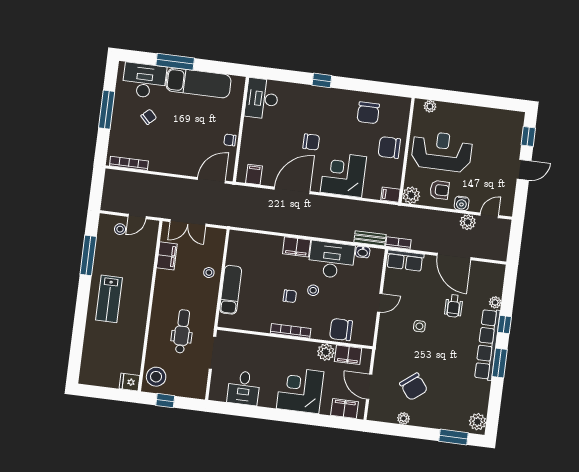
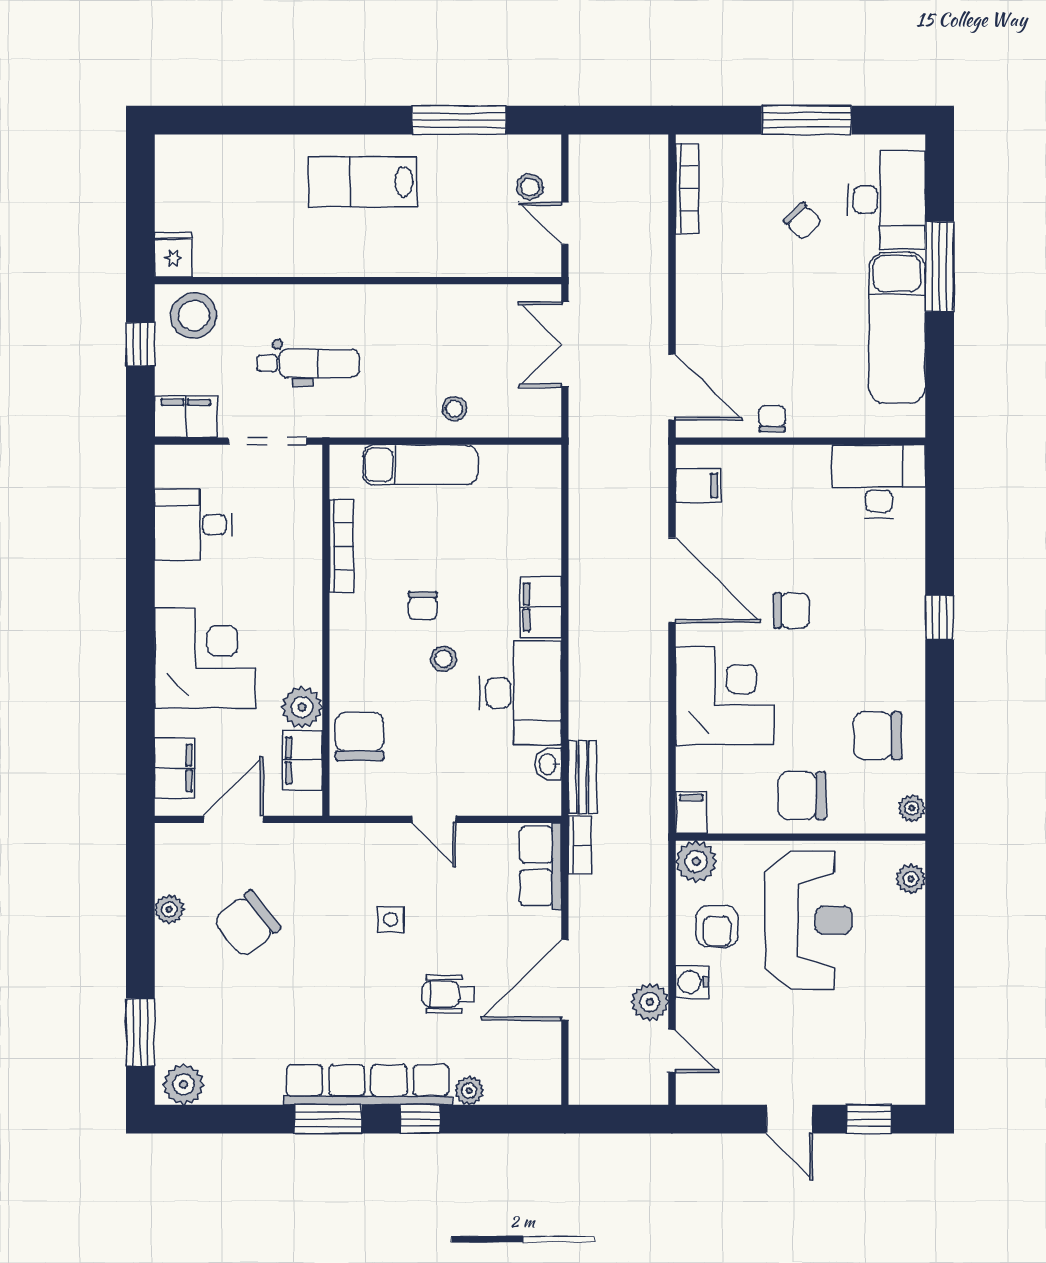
plant: (400, 102) -> (912, 808), added
chair: (311, 142) -> (792, 611), turned -90
chair: (389, 148) -> (802, 796), turned -90
filing cabinet: (167, 256) -> (186, 417), moved, turned 180
bookcase: (291, 331) -> (341, 546), moved

